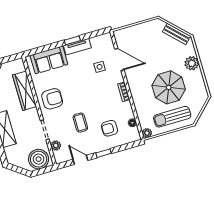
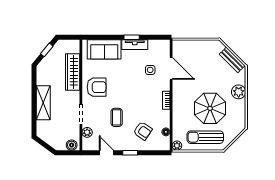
armchair: (110, 128) -> (143, 131), turned -146
boiler: (39, 159) -> (72, 145), width x0.54, depth x0.54

